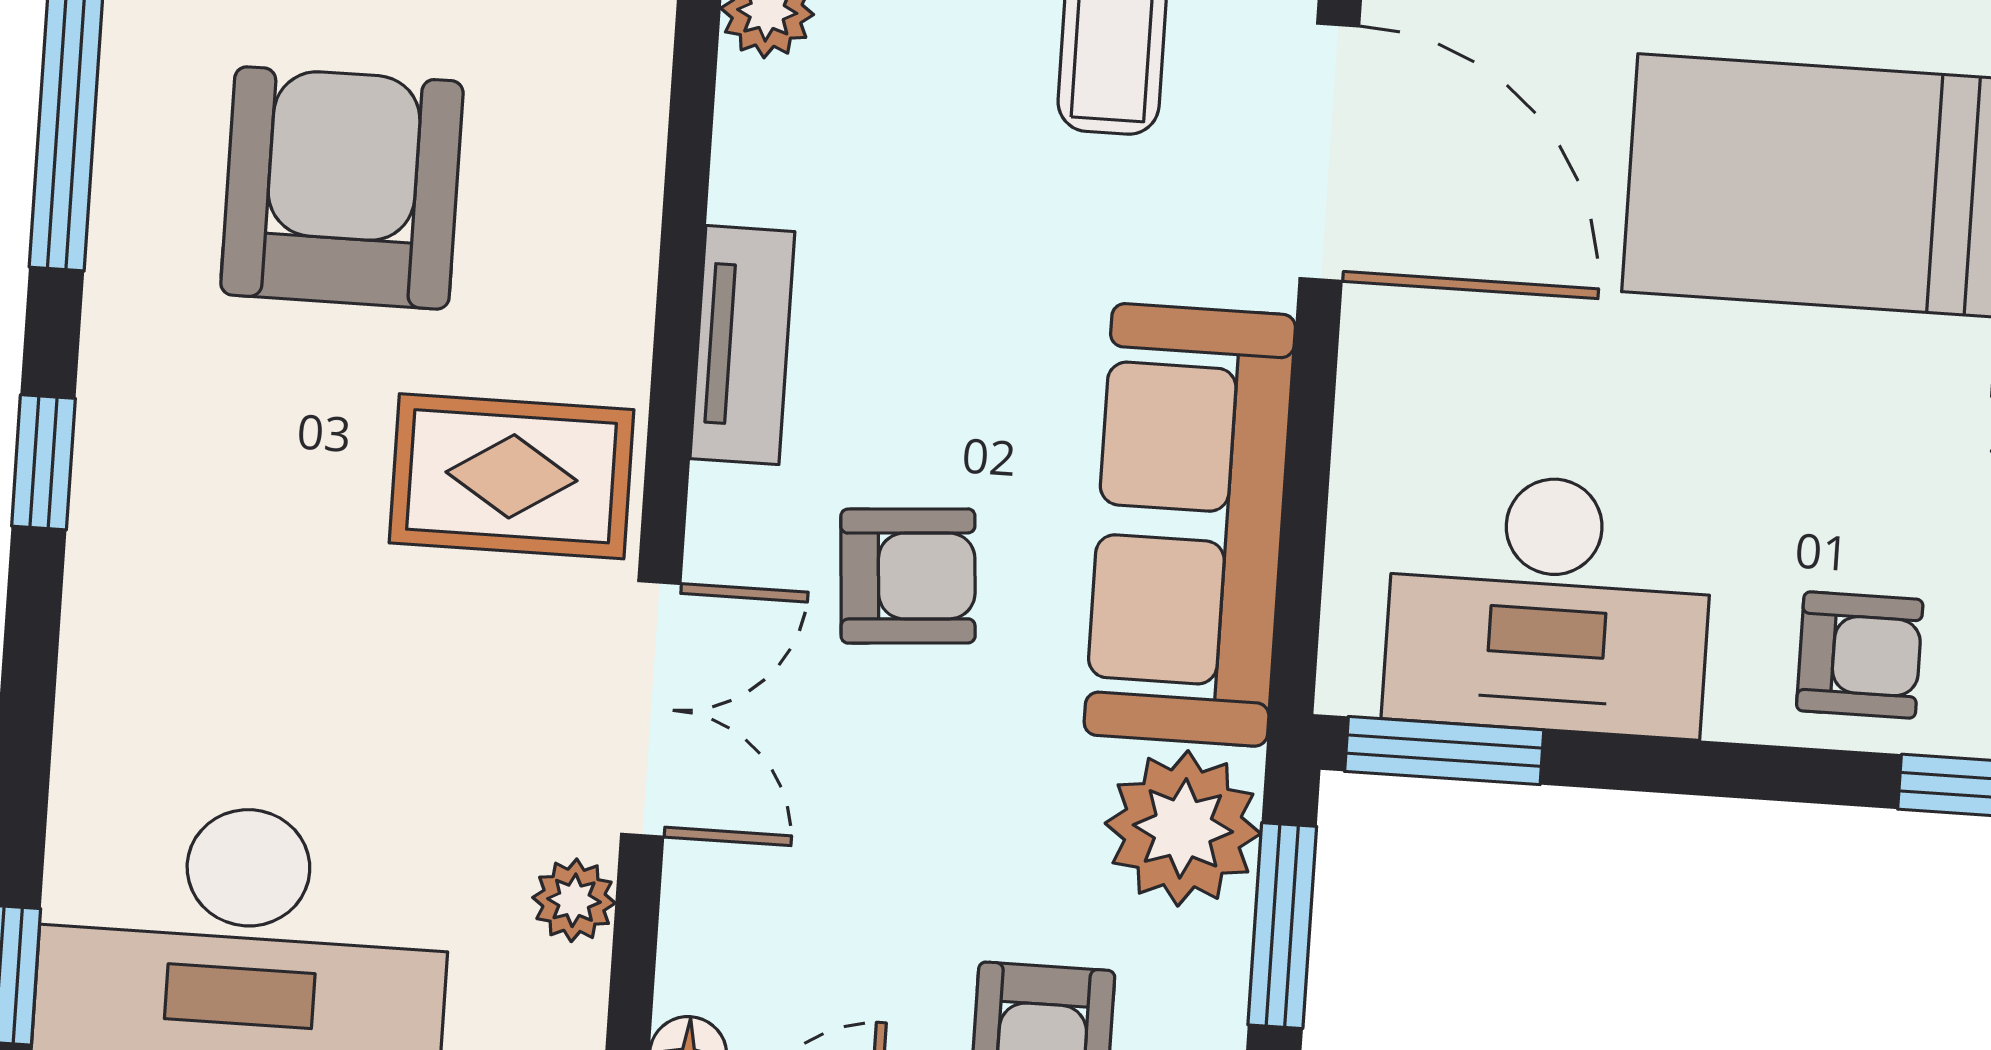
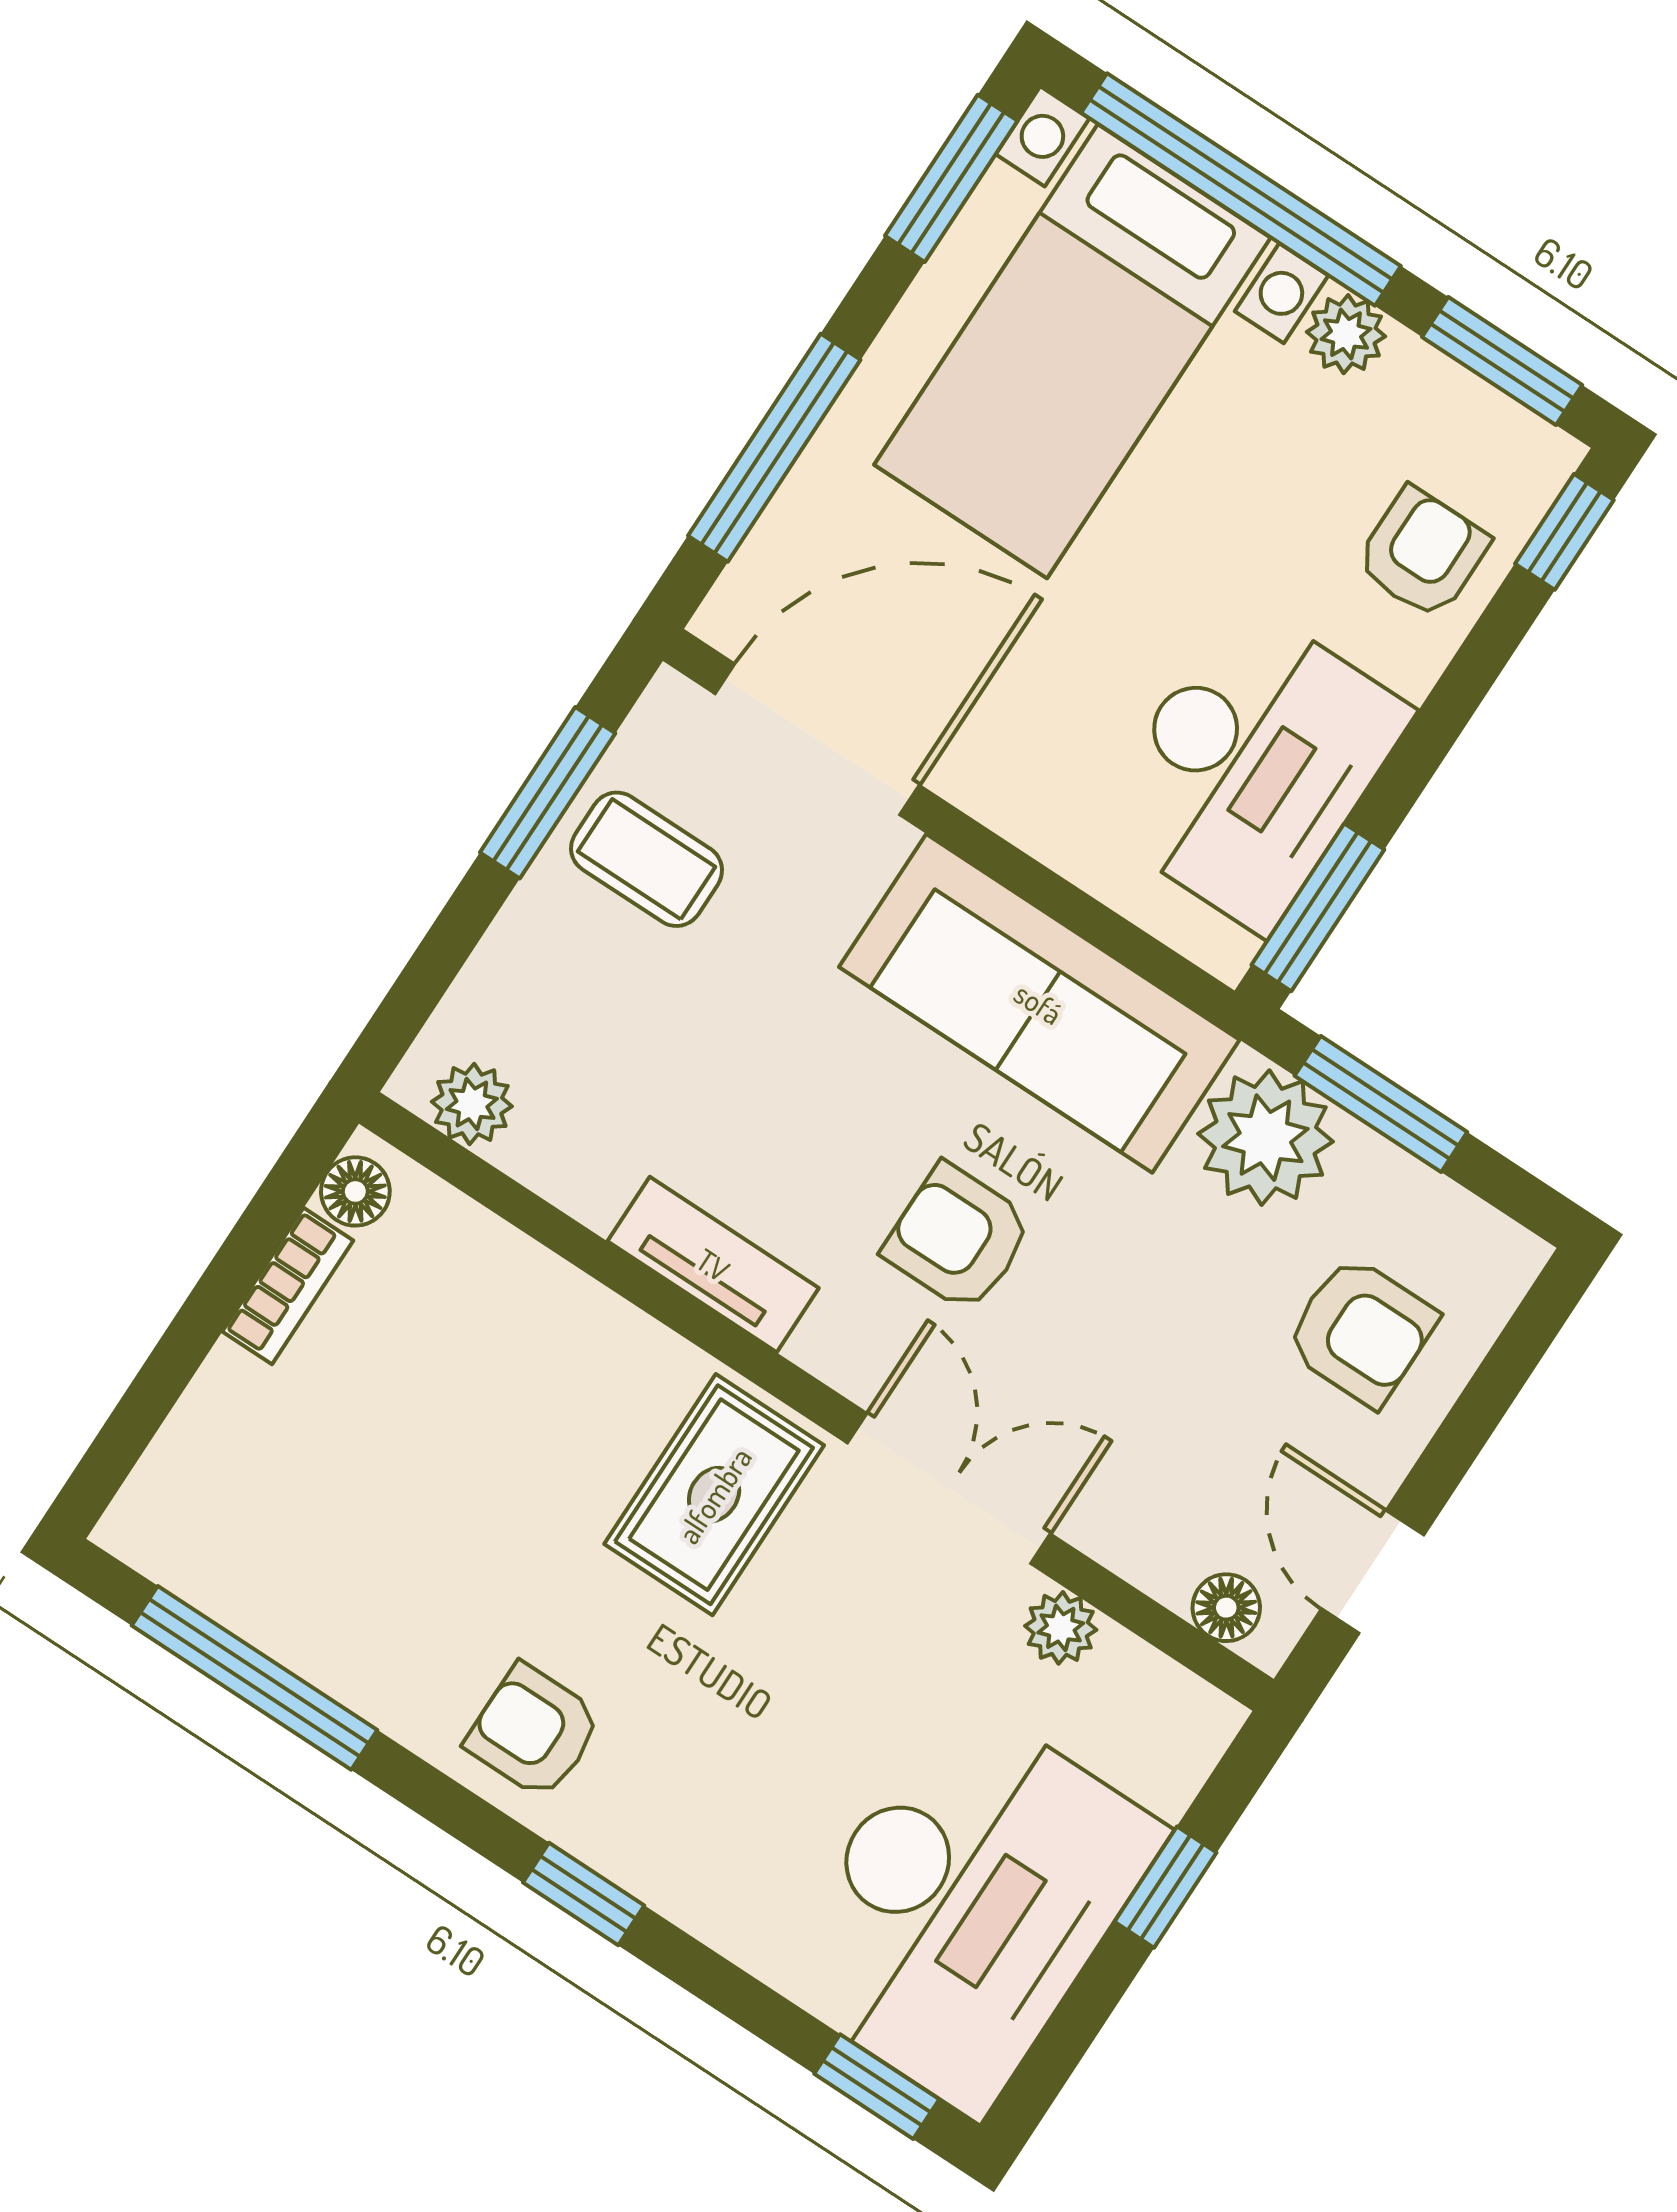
armchair: (342, 188) -> (534, 1731), moved, width x0.53, depth x0.53
window: (43, 462) -> (584, 1894), moved
armchair: (908, 576) -> (958, 1238), turned -86

